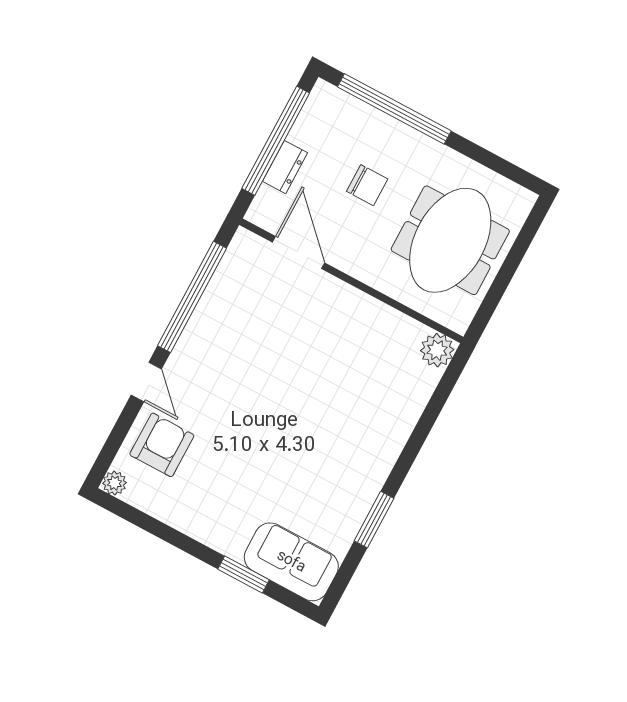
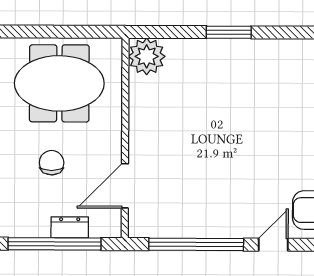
plant: (437, 350) -> (147, 56), width x1.36, depth x1.36
window: (374, 520) -> (229, 32), moved

